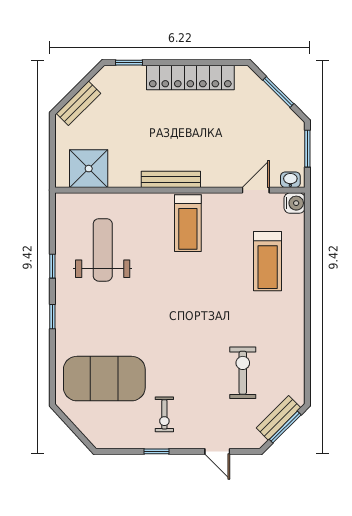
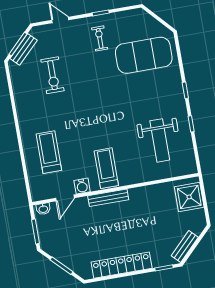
bench: (78, 103) -> (185, 246), moved
shower: (89, 169) -> (189, 197), moved
bench: (171, 179) -> (108, 198), moved
water cooler: (295, 203) -> (82, 186), moved, turned -90

